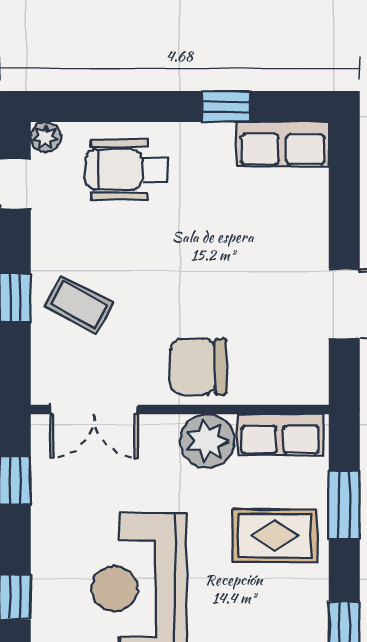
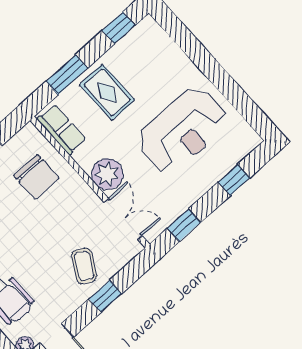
chair: (198, 367) -> (36, 177), moved
plant: (207, 441) -> (107, 174), moved

